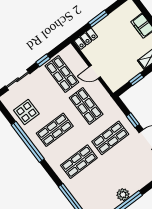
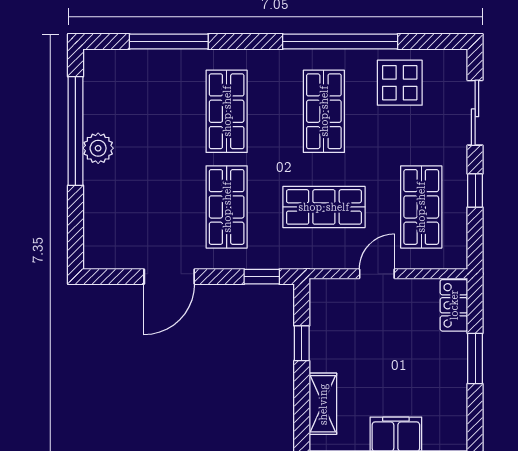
shop shelf: (62, 74) -> (421, 207), turned 90
window: (133, 120) -> (262, 277), moved

